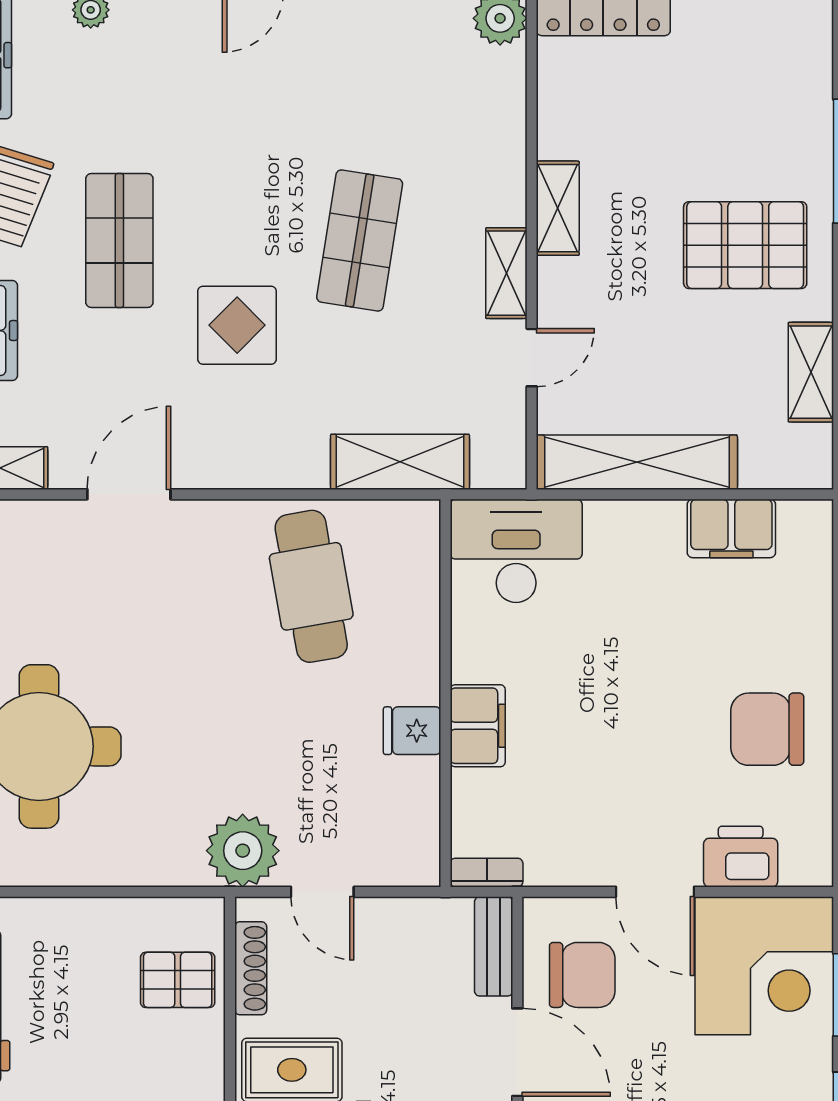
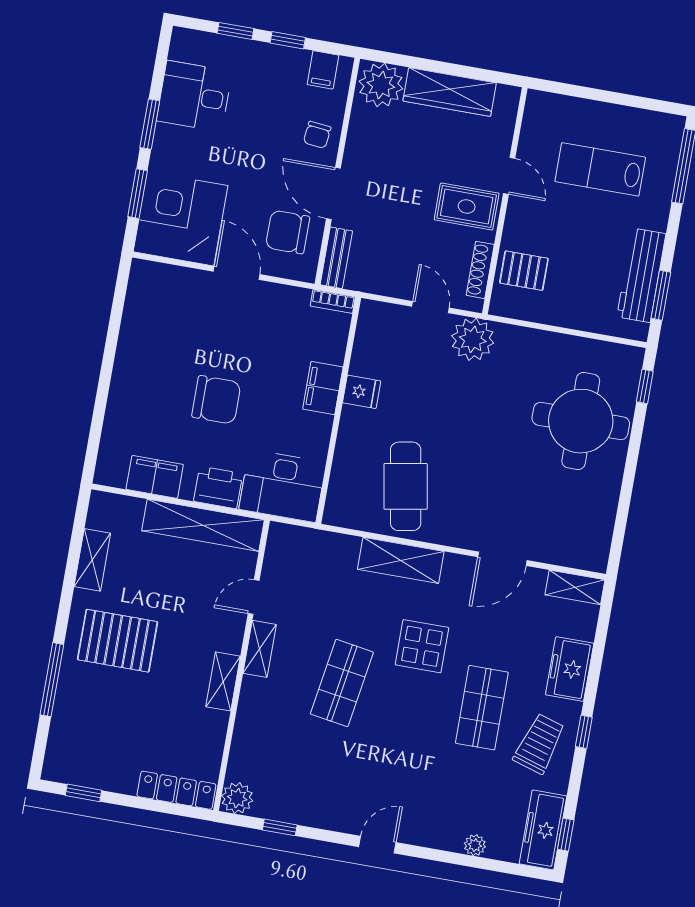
shelving: (400, 462) -> (401, 560), moved
chair: (767, 729) -> (216, 400), moved
printer: (741, 857) -> (218, 487), moved, turned 180

